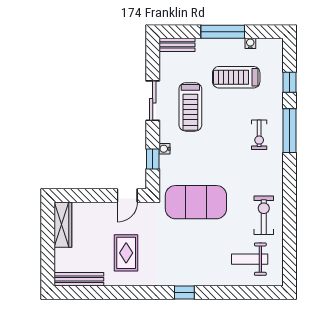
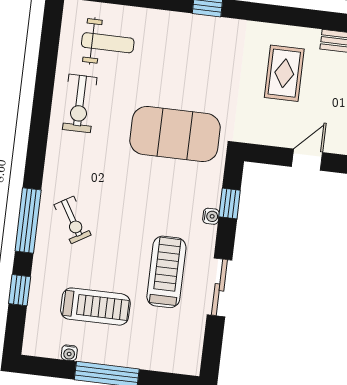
bench: (177, 45) -> (175, 363), removed
exercise bike: (259, 135) -> (72, 220), turned 149
door: (127, 196) -> (307, 160), moved

